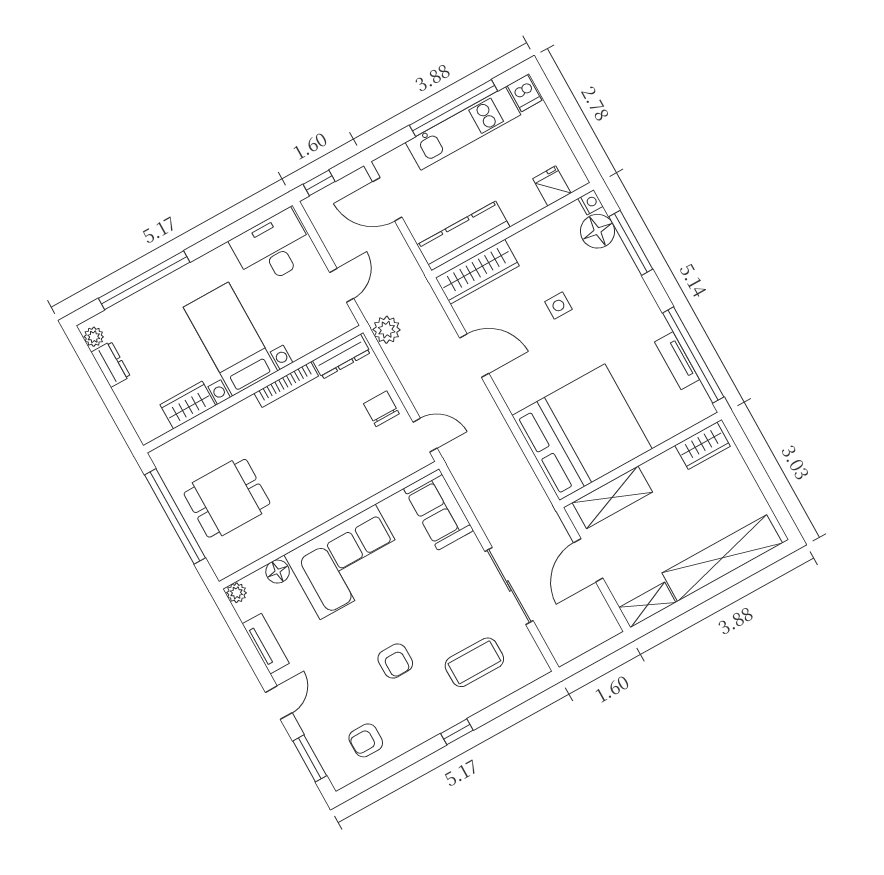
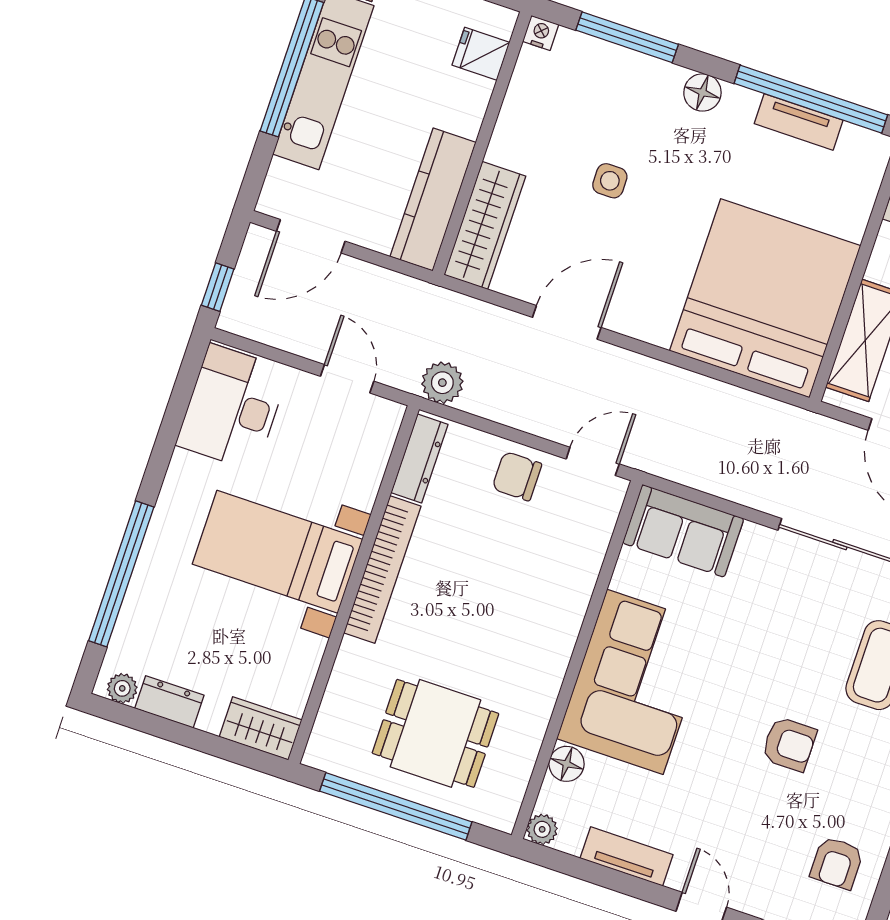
floor lamp: (598, 231) -> (702, 92), moved, width x0.73, depth x0.73
bookcase: (286, 385) -> (382, 569), width x1.48, depth x1.31
wardrobe: (188, 405) -> (261, 728), moved, turned 90
dining table: (227, 498) -> (435, 733), turned 90

